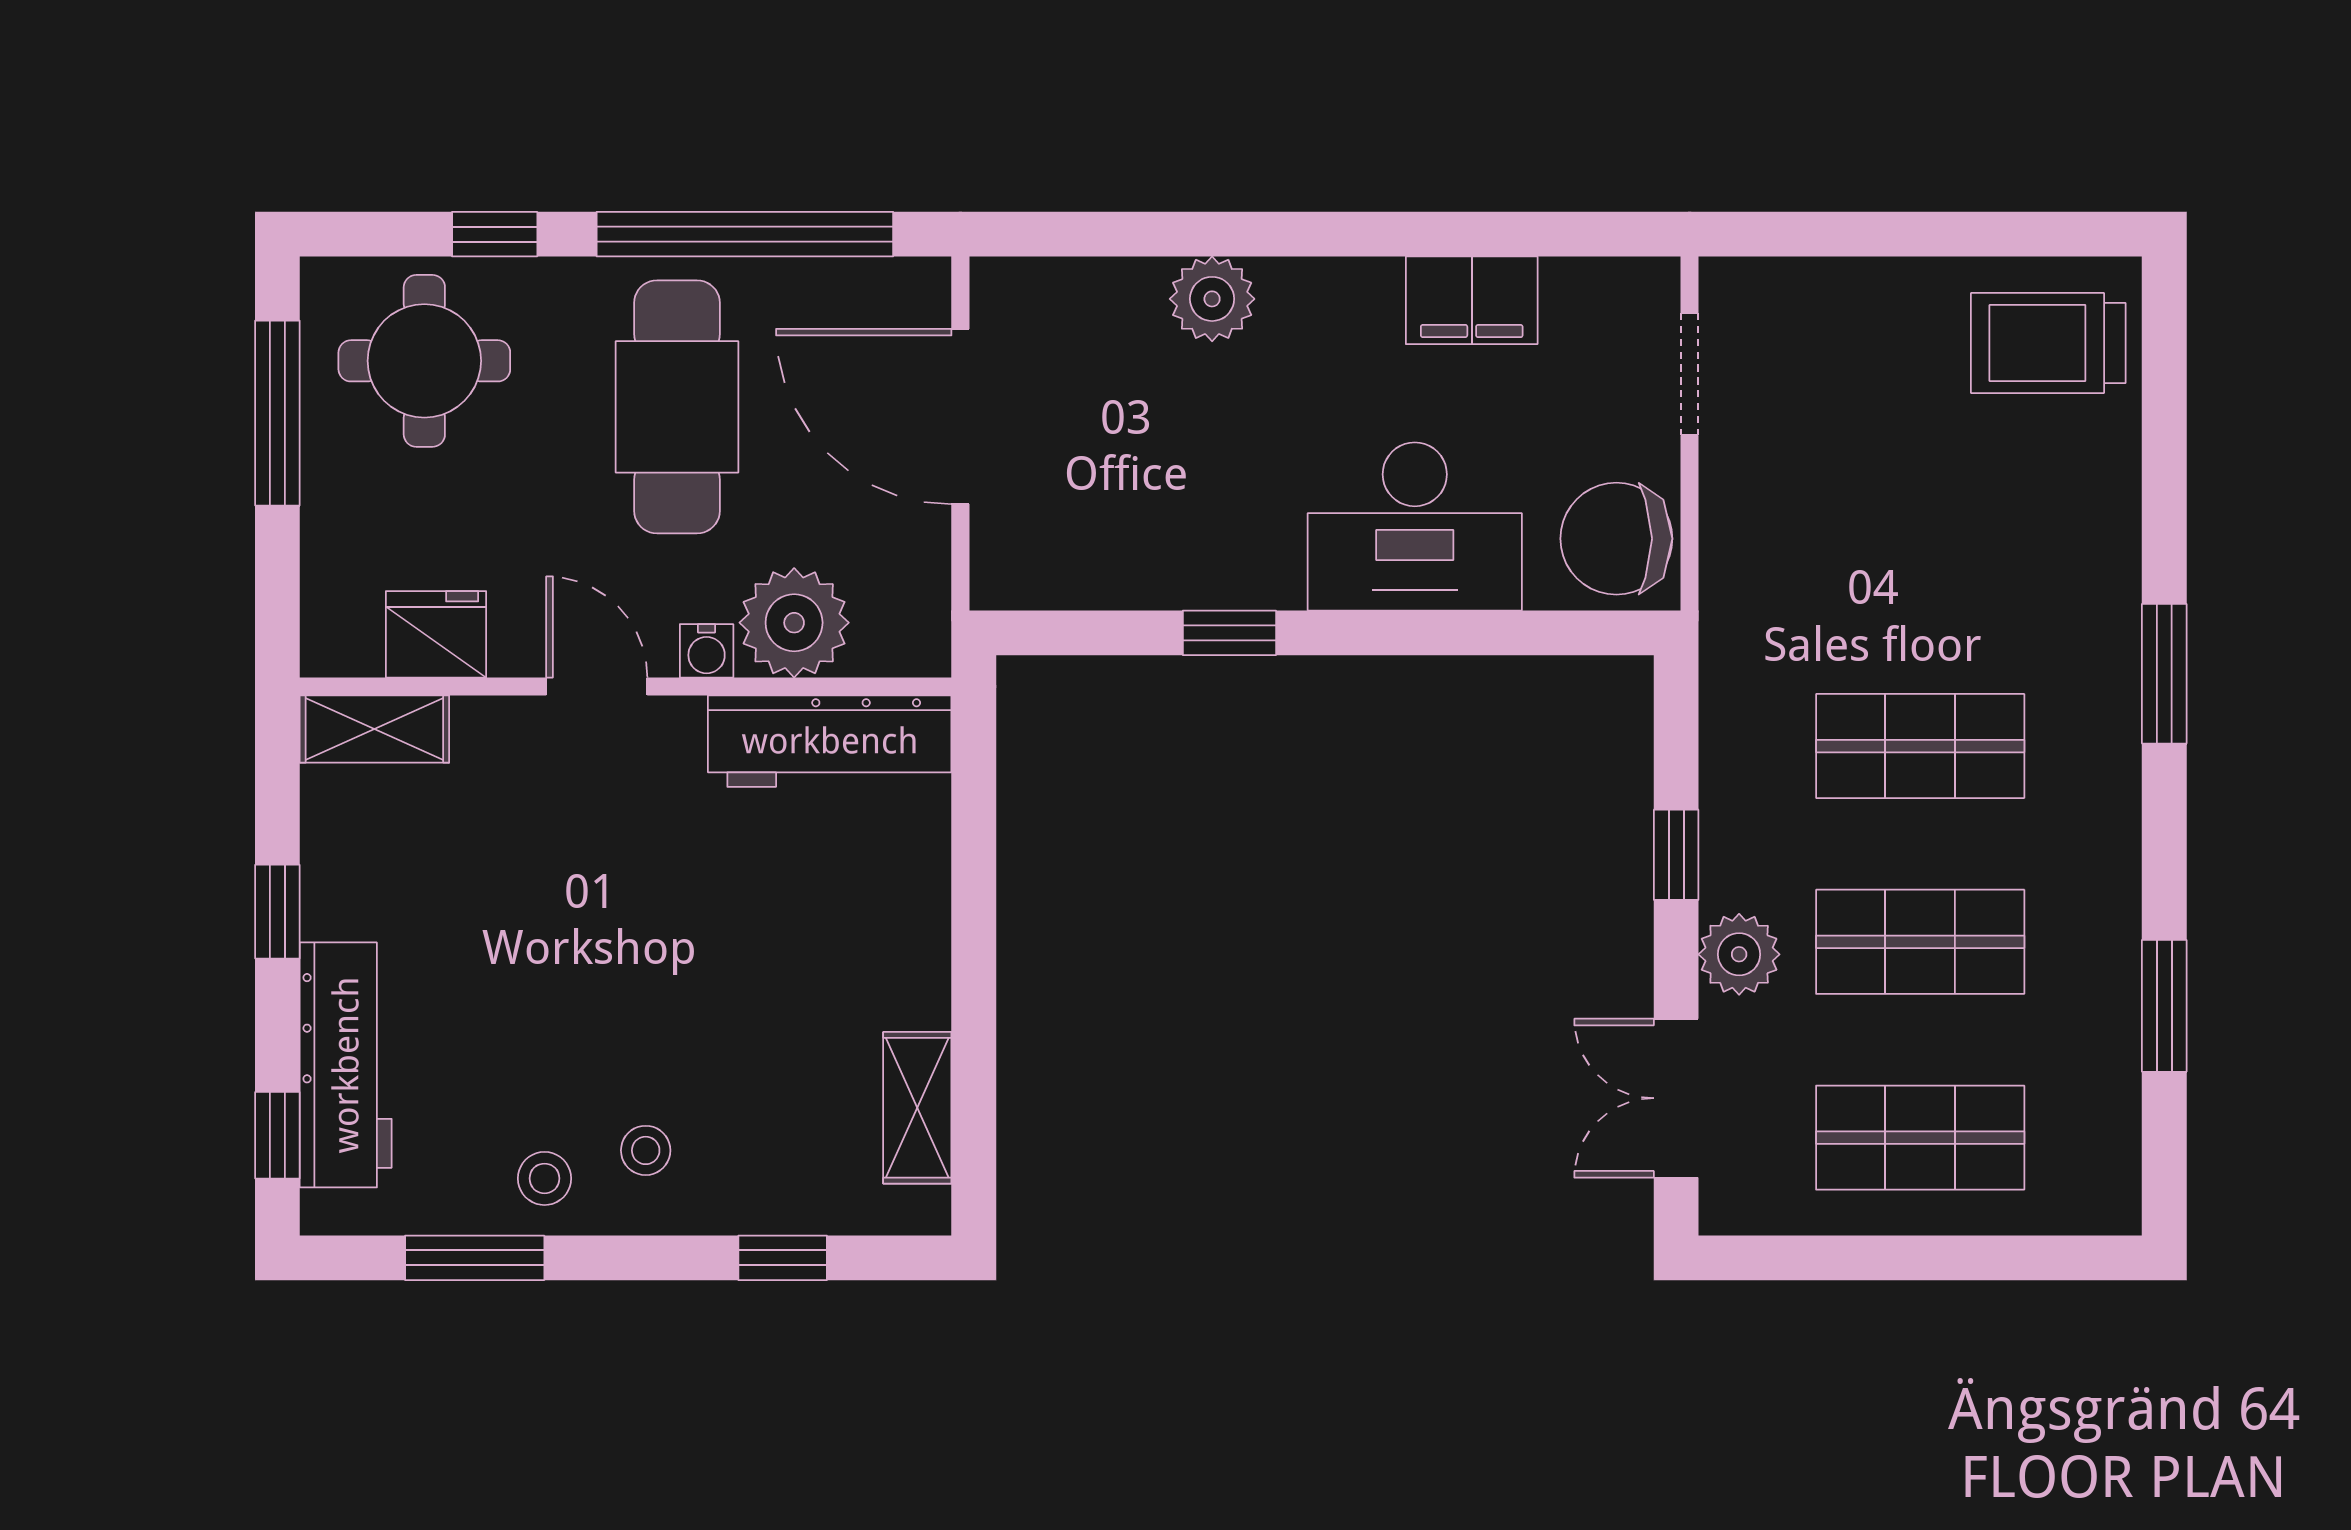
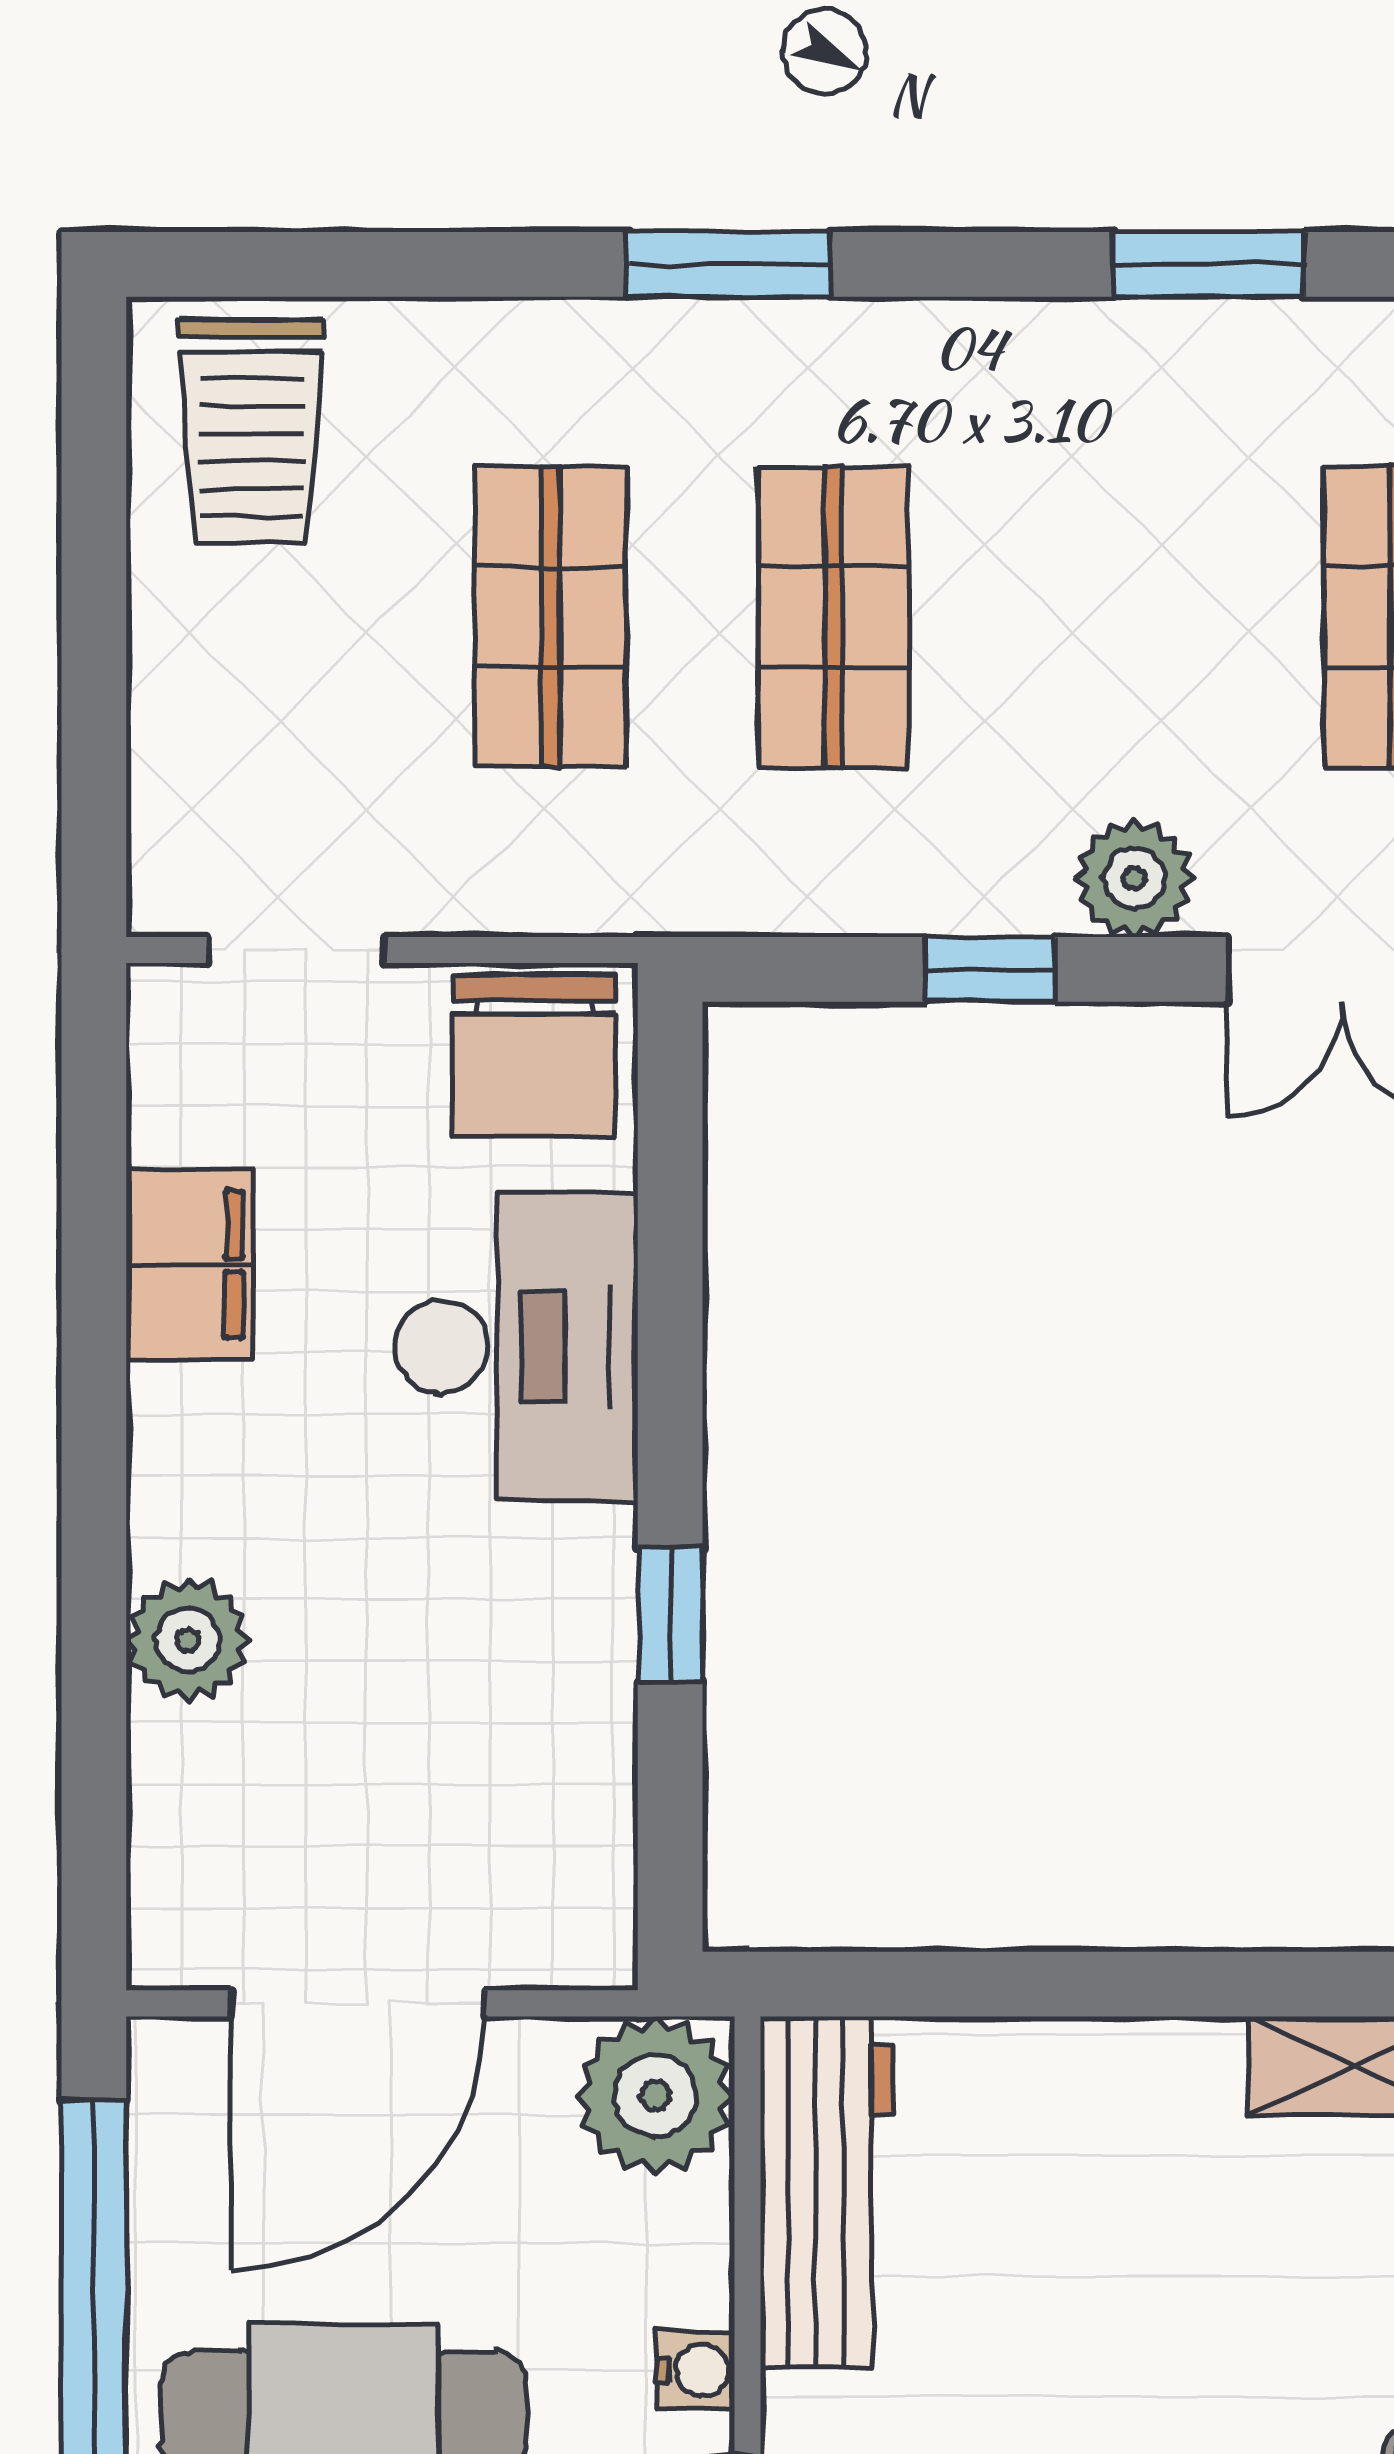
plant: (794, 623) -> (655, 2095), moved
shop shelf: (1920, 942) -> (551, 617), moved

